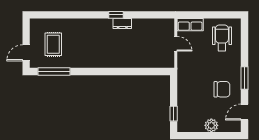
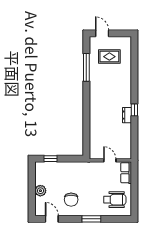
door: (176, 44) -> (110, 160), swing flipped
window: (54, 71) -> (86, 67), moved
window: (244, 78) -> (91, 219), moved

